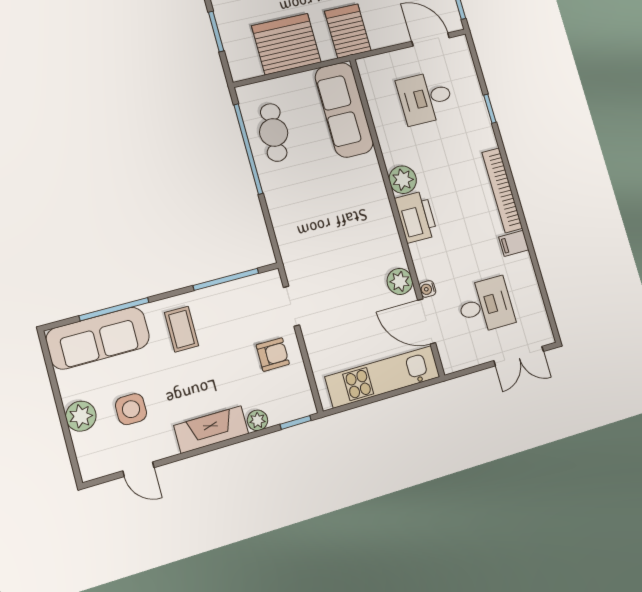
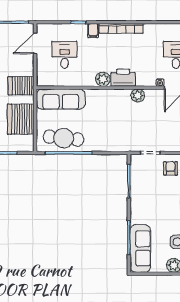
desk: (426, 98) -> (65, 55), turned 180
cafe table: (274, 132) -> (64, 138), width x1.37, depth x1.35
filing cabinet: (514, 243) -> (93, 31), moved
plant: (400, 281) -> (138, 95), moved
coffee table: (182, 329) -> (147, 209), removed

